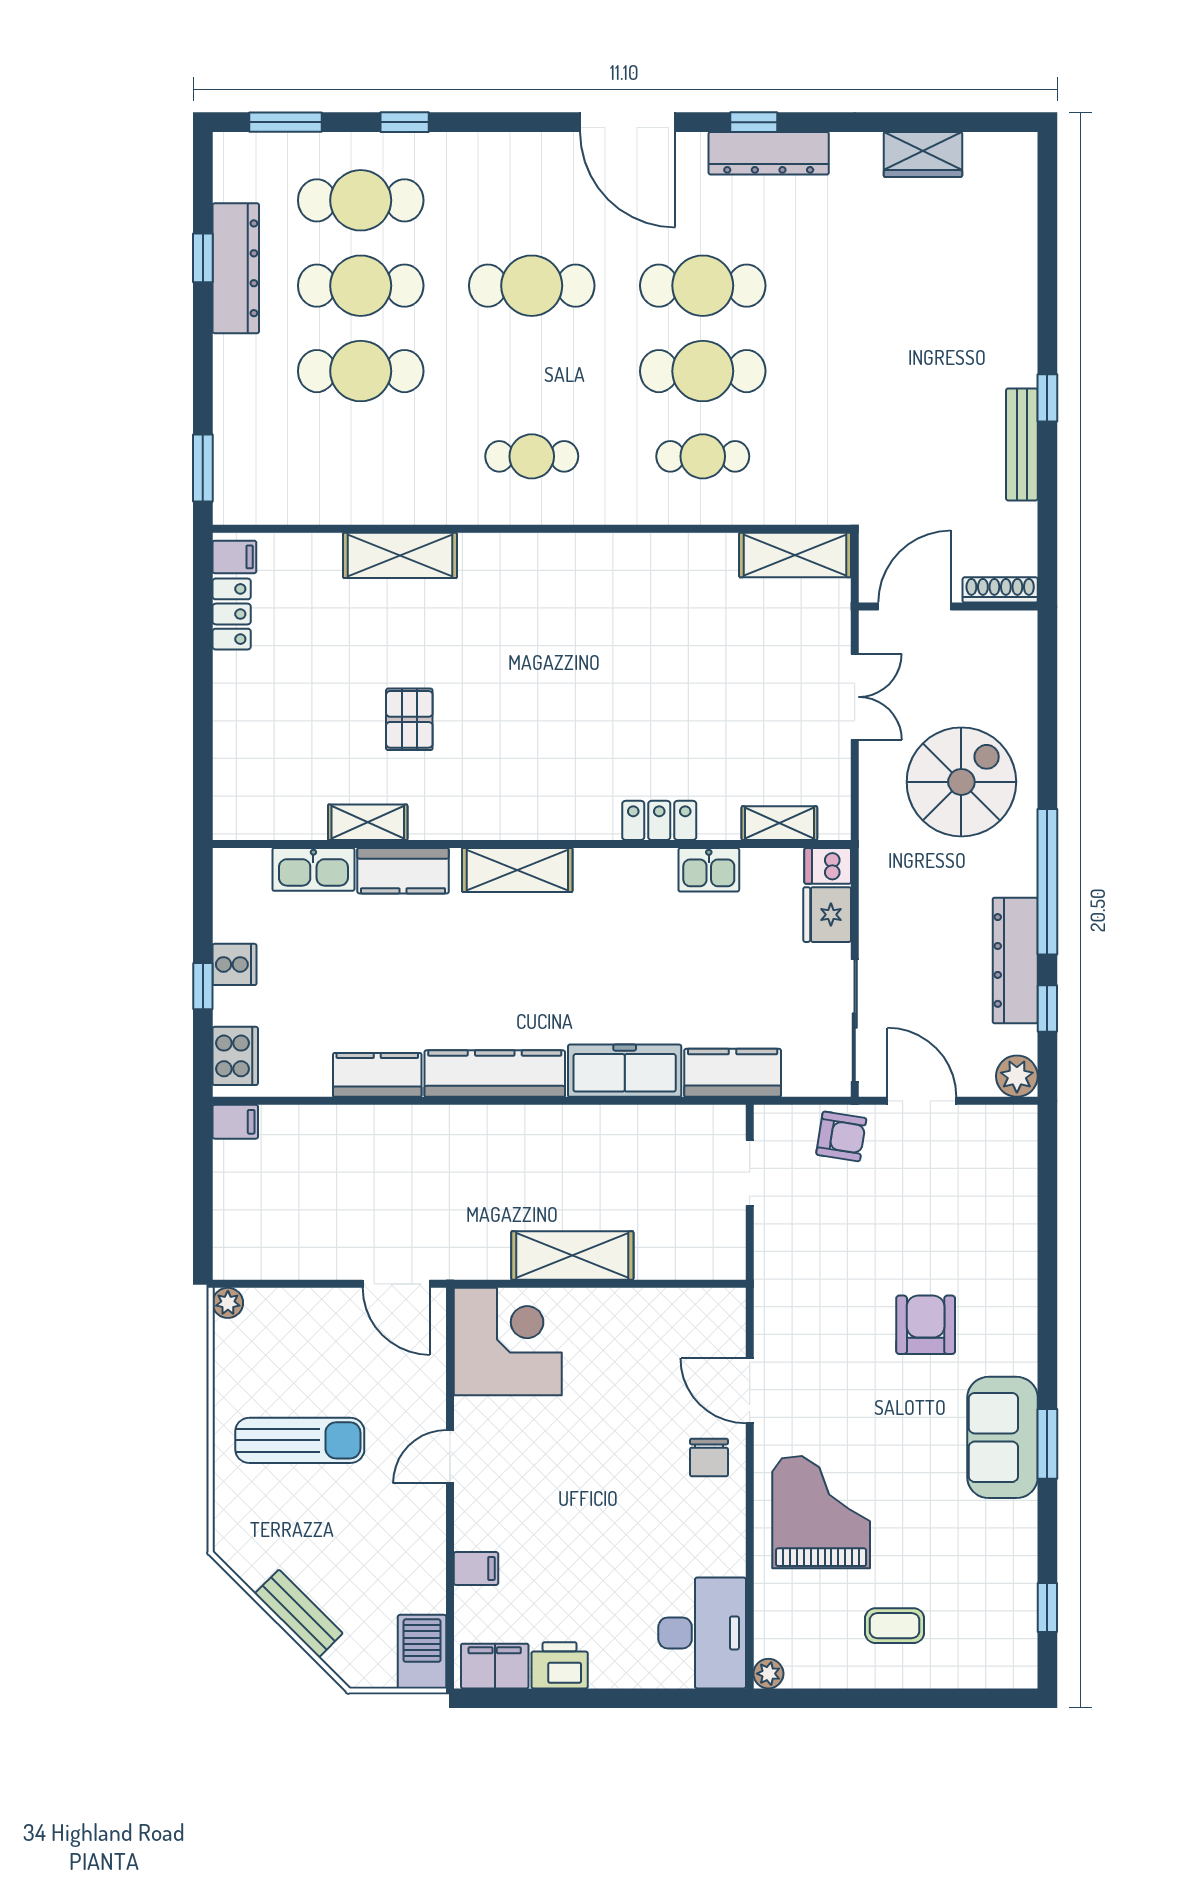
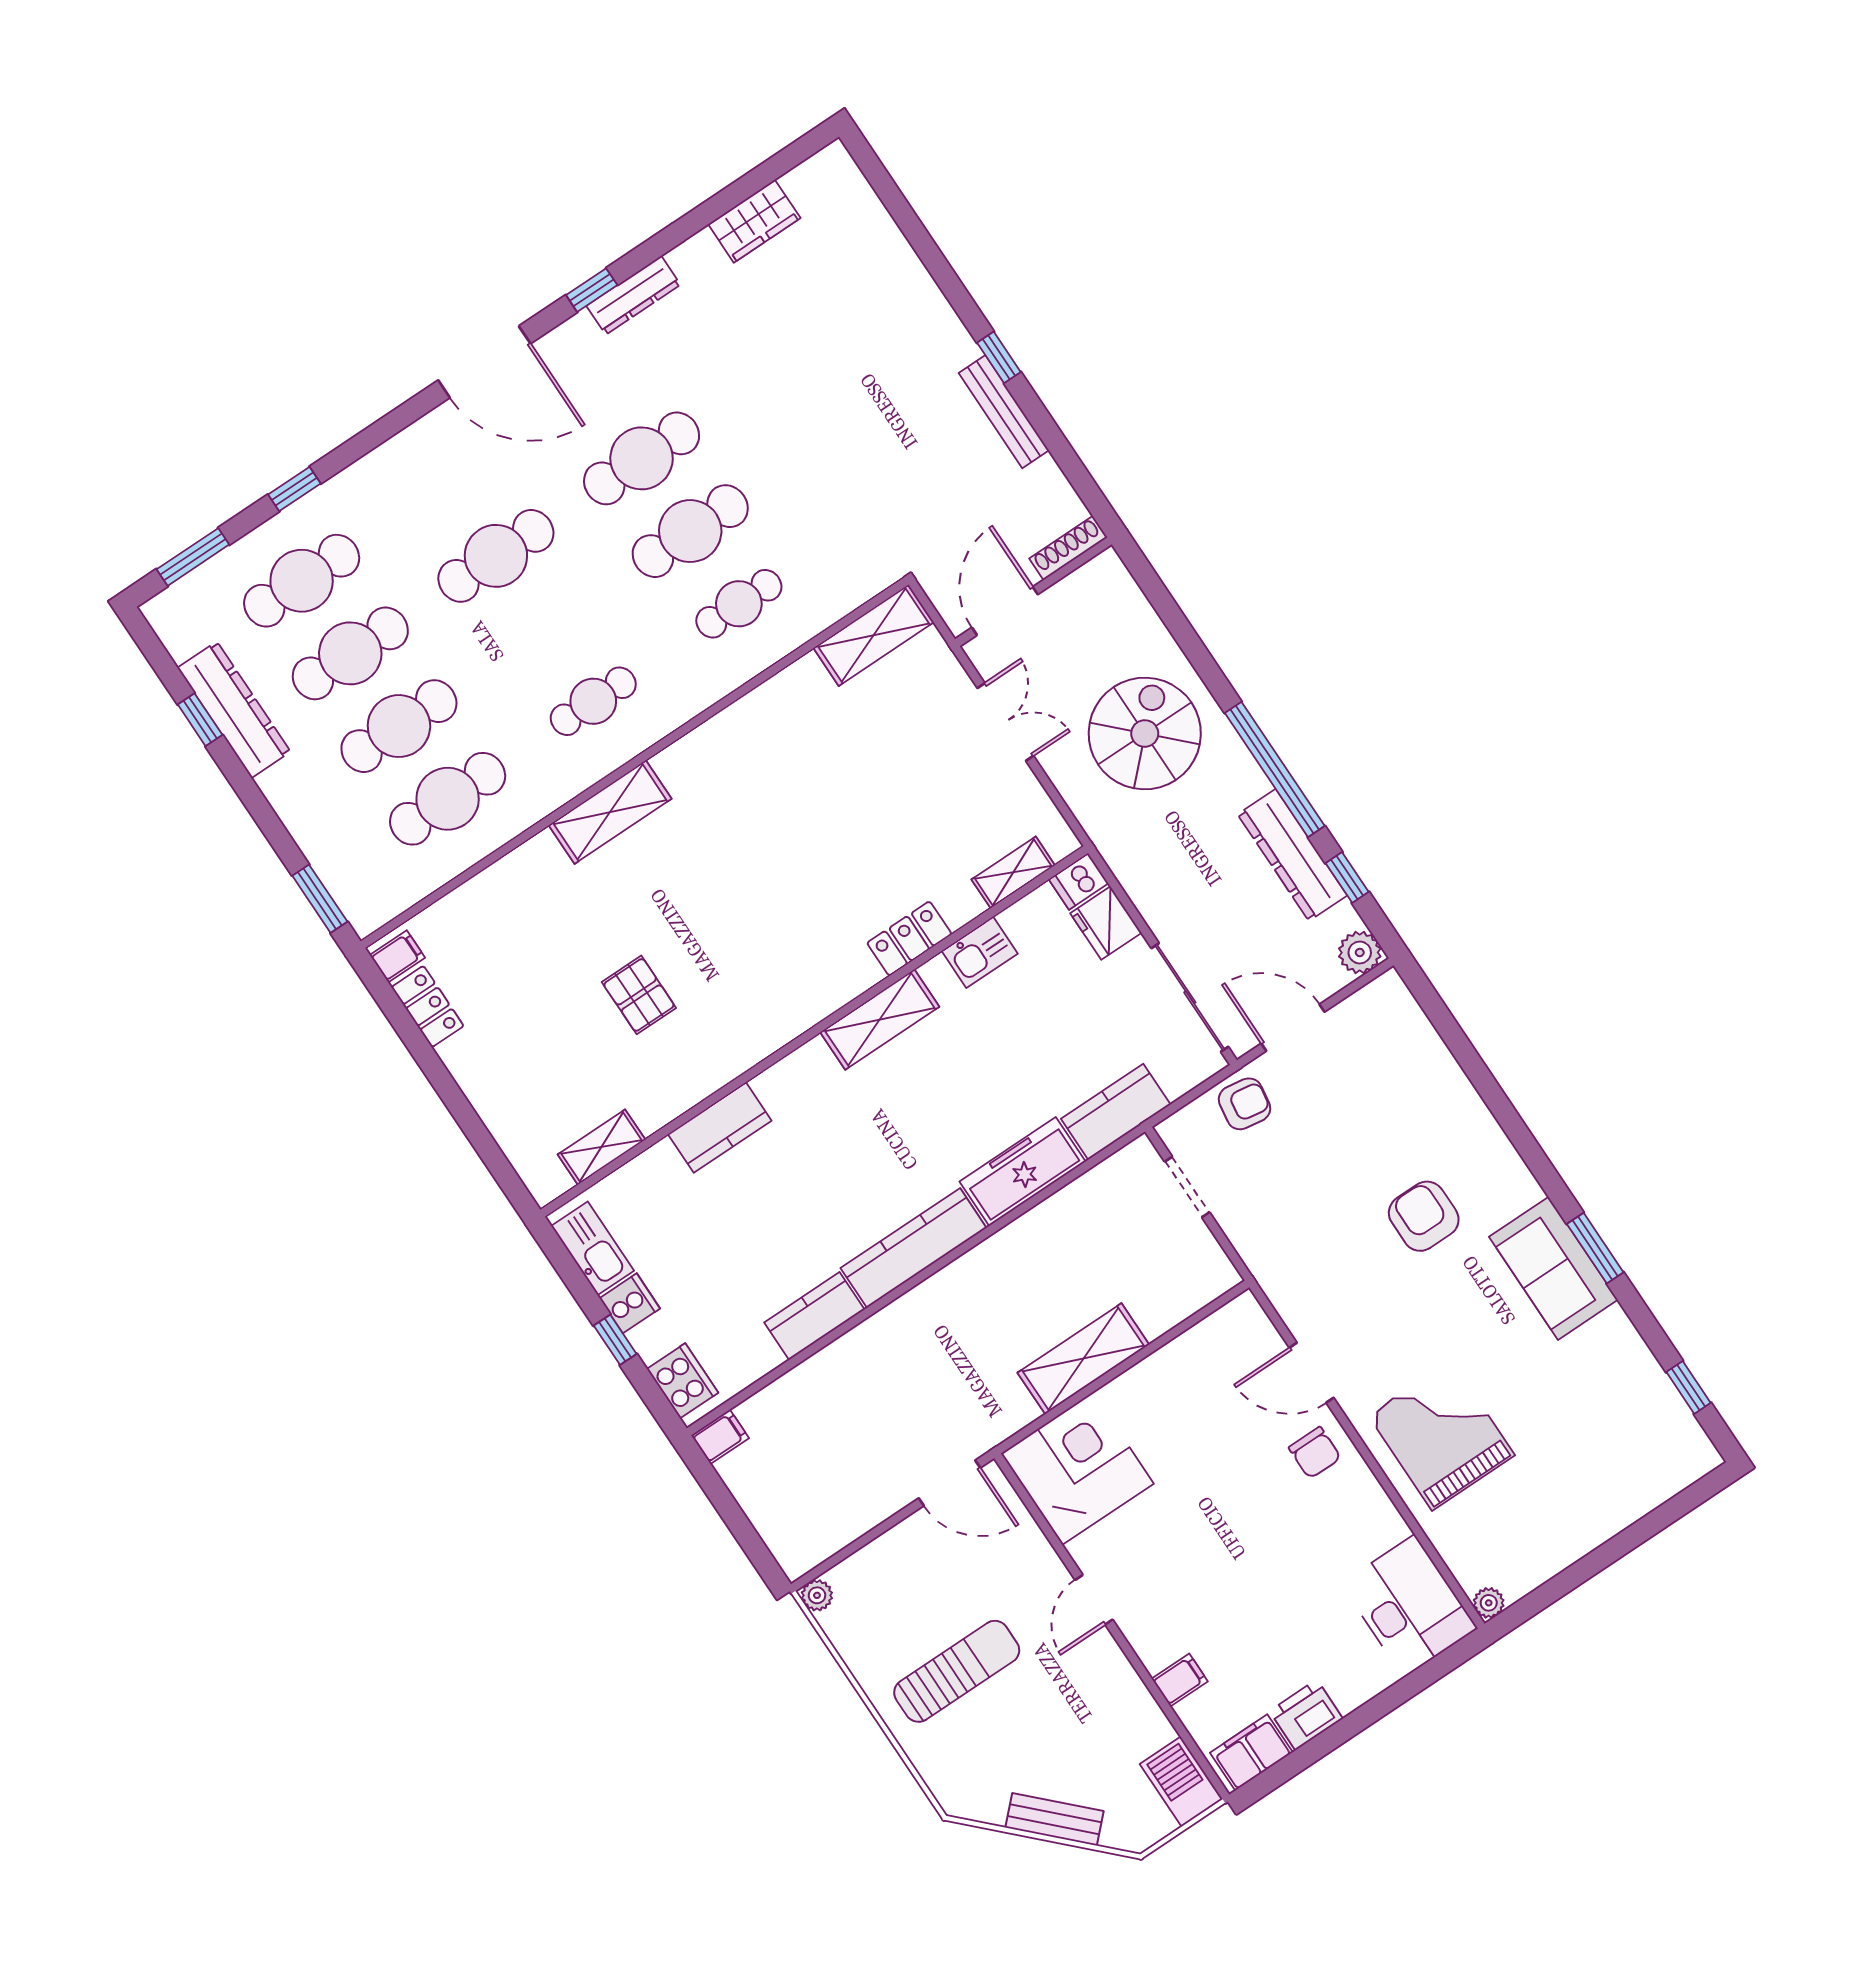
dresser: (769, 153) -> (633, 295), width x0.73, depth x0.80
cafe table: (361, 456) -> (448, 799), added
shelving: (400, 555) -> (610, 812), moved
shelving: (368, 822) -> (601, 1147), moved
kitchen sink: (313, 869) -> (593, 1248), moved, turned -90
shelving: (517, 870) -> (880, 1019), moved
coffee table: (895, 1626) -> (1569, 1490), removed

